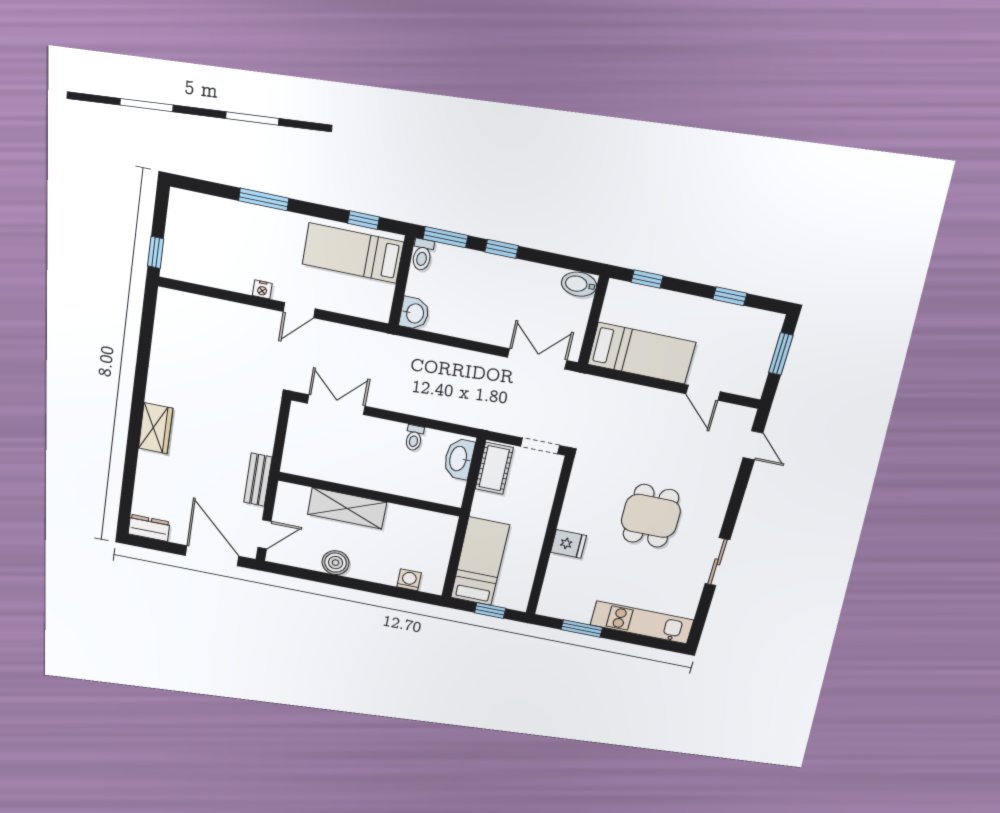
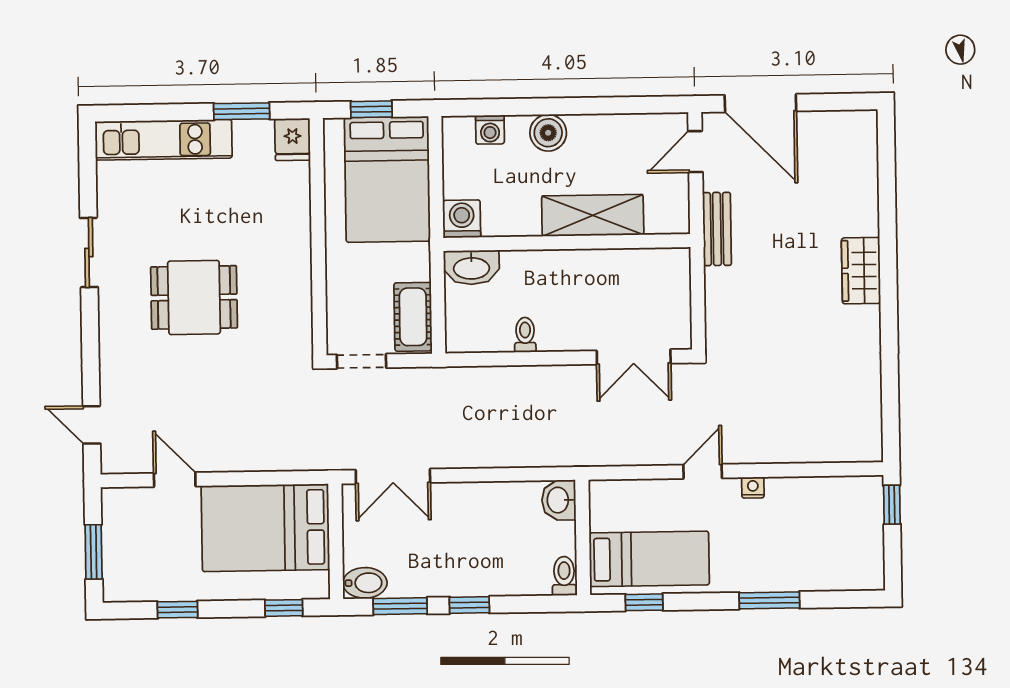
window: (445, 237) -> (400, 606), moved
bed: (642, 353) -> (265, 528), width x1.50
washbasin: (459, 459) -> (471, 267), moved, turned 90
dining table: (651, 516) -> (194, 297), turned 90
washing machine: (443, 526) -> (462, 219), added
dresser: (149, 528) -> (851, 125), removed
fridge: (569, 544) -> (293, 139), moved, turned -90
bed: (480, 561) -> (387, 179), width x1.50
boiler: (336, 563) -> (548, 133), moved

